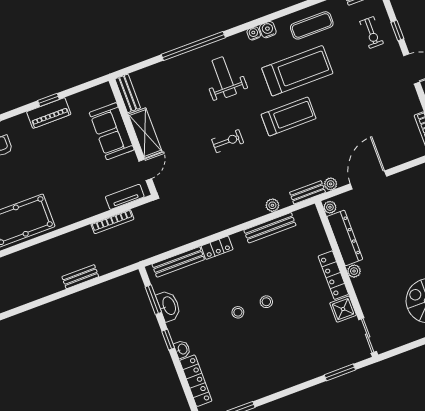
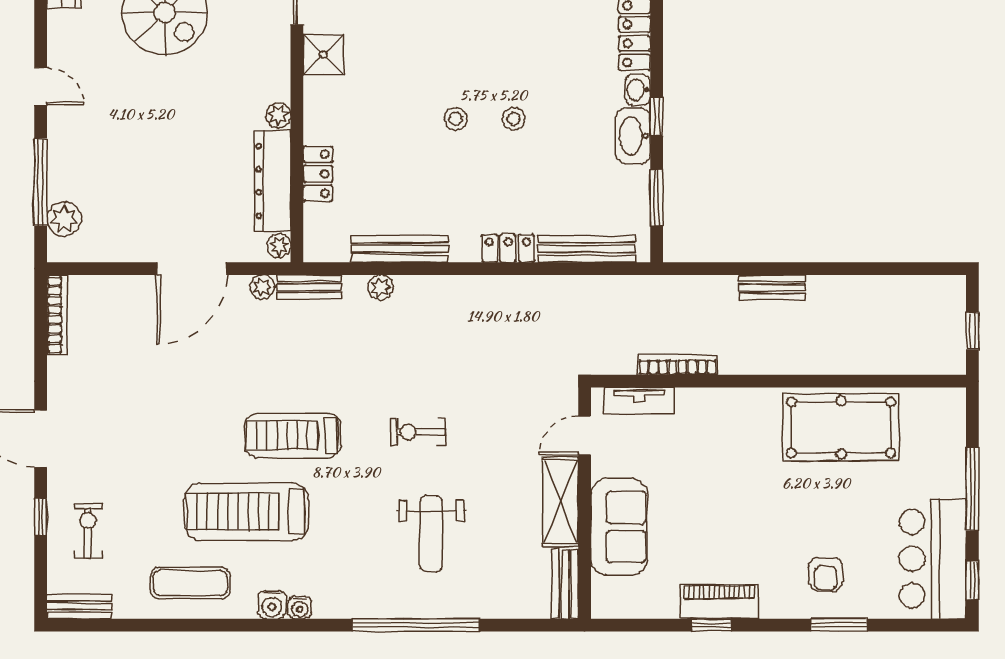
weight bench: (224, 77) -> (431, 534), moved
locker: (333, 275) -> (318, 174), moved, width x0.66
washbasin: (169, 306) -> (633, 136), moved

